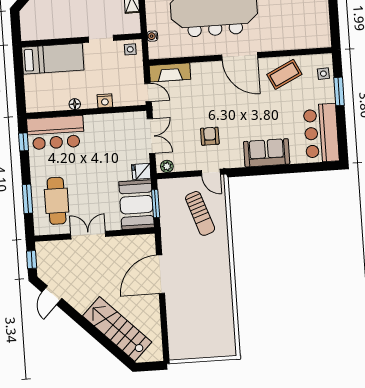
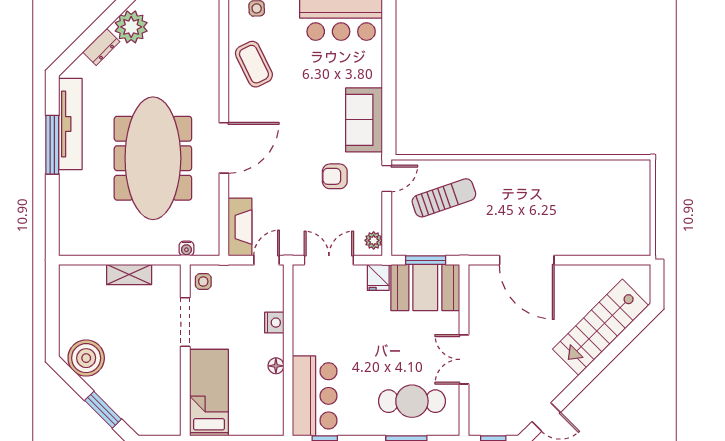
doorway: (101, 39) -> (185, 322), width x1.38
door: (240, 56) -> (224, 148), moved
sofa: (267, 153) -> (364, 120), moved

